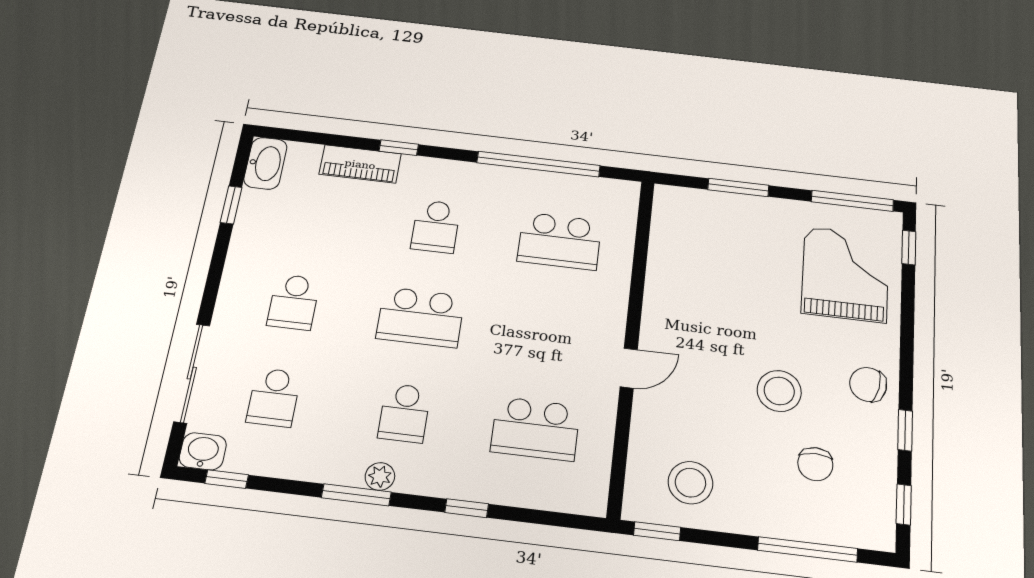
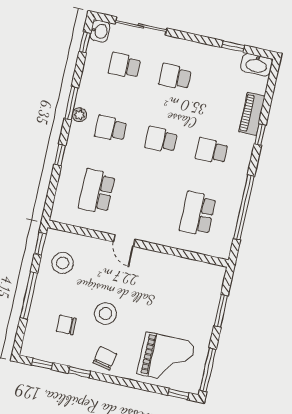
school desk: (421, 317) -> (161, 140), width x0.54
window: (808, 549) -> (29, 295), moved

